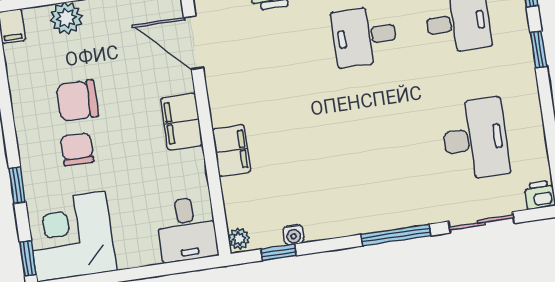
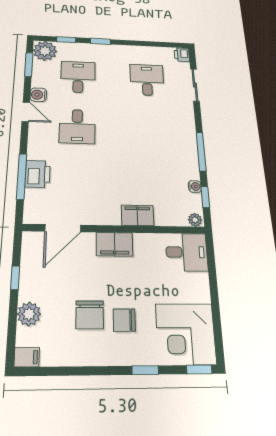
desk: (475, 139) -> (147, 80), width x0.73
window: (396, 235) -> (201, 151), moved

